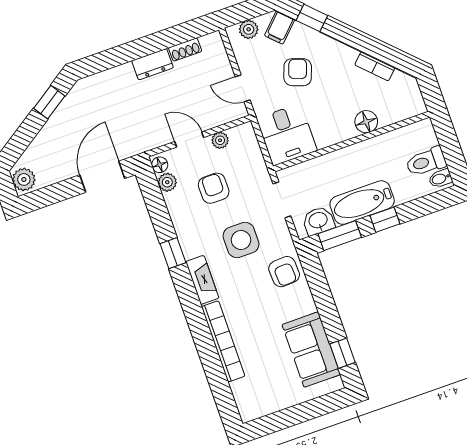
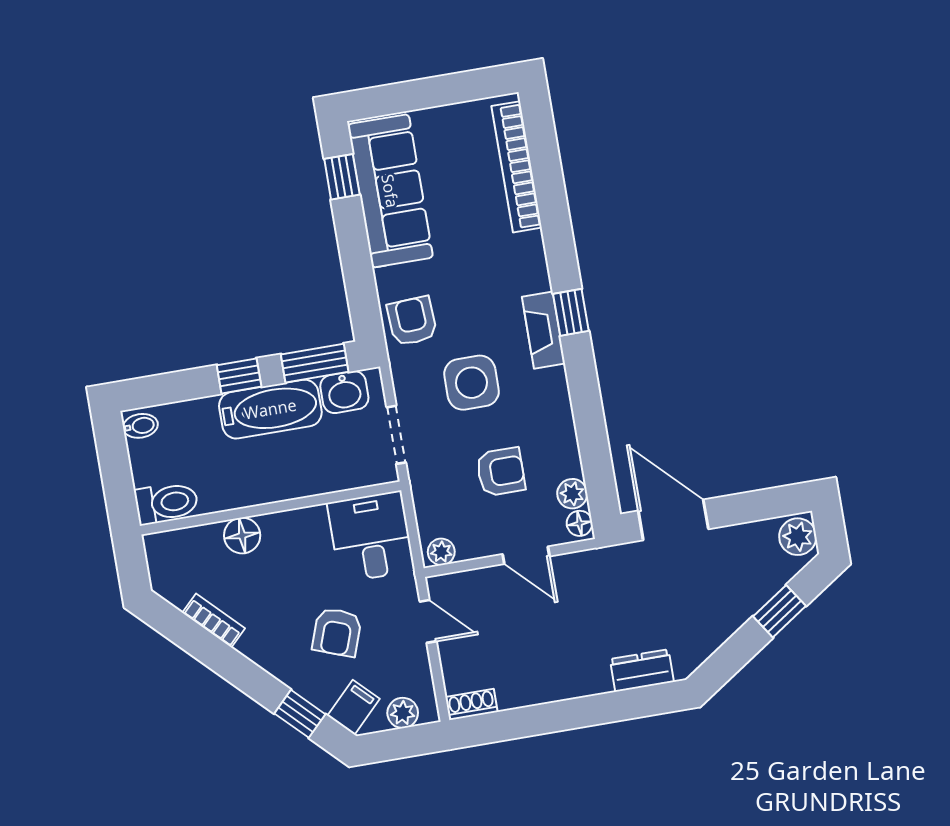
shoe rack: (185, 50) -> (471, 705), moved
dresser: (153, 64) -> (642, 670), moved
window: (49, 102) -> (780, 611), moved
plant: (220, 140) -> (441, 552), moved
toilet: (426, 162) -> (167, 503), moved
door: (102, 177) -> (673, 520), swing flipped
armchair: (214, 188) -> (501, 472), turned -90
window: (173, 253) -> (571, 312), moved
bookcase: (223, 341) -> (517, 167), moved
sofa: (311, 350) -> (390, 191), width x1.36

